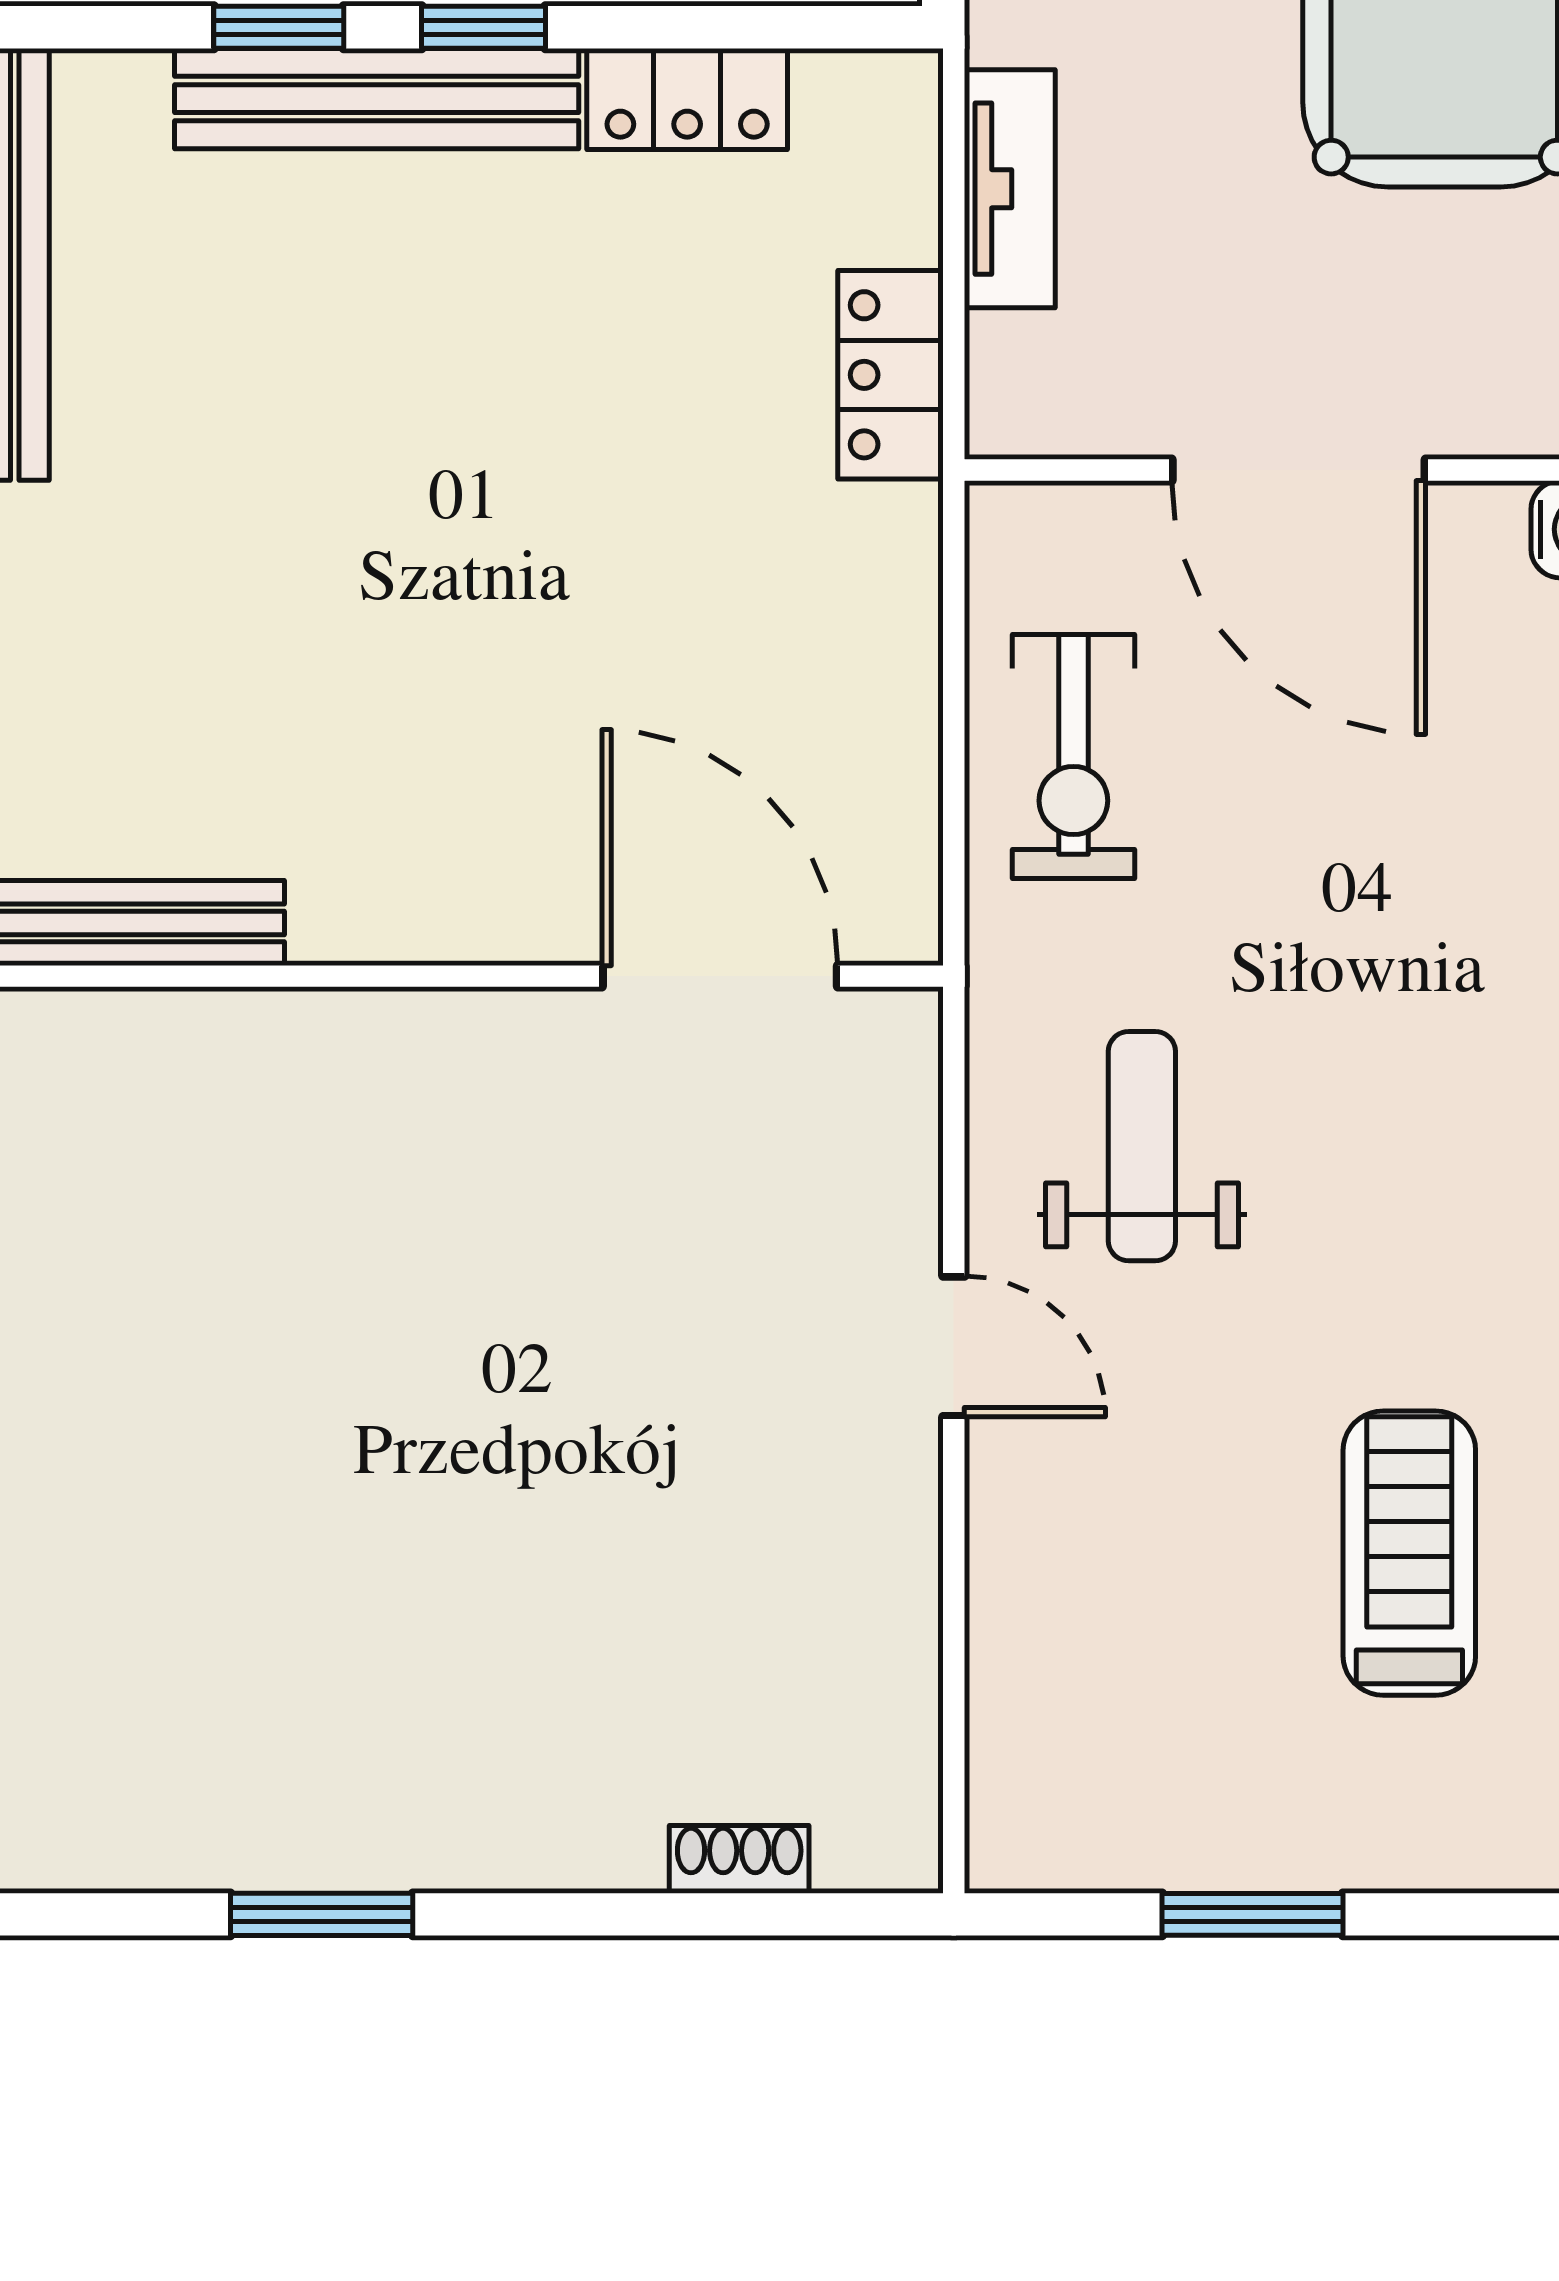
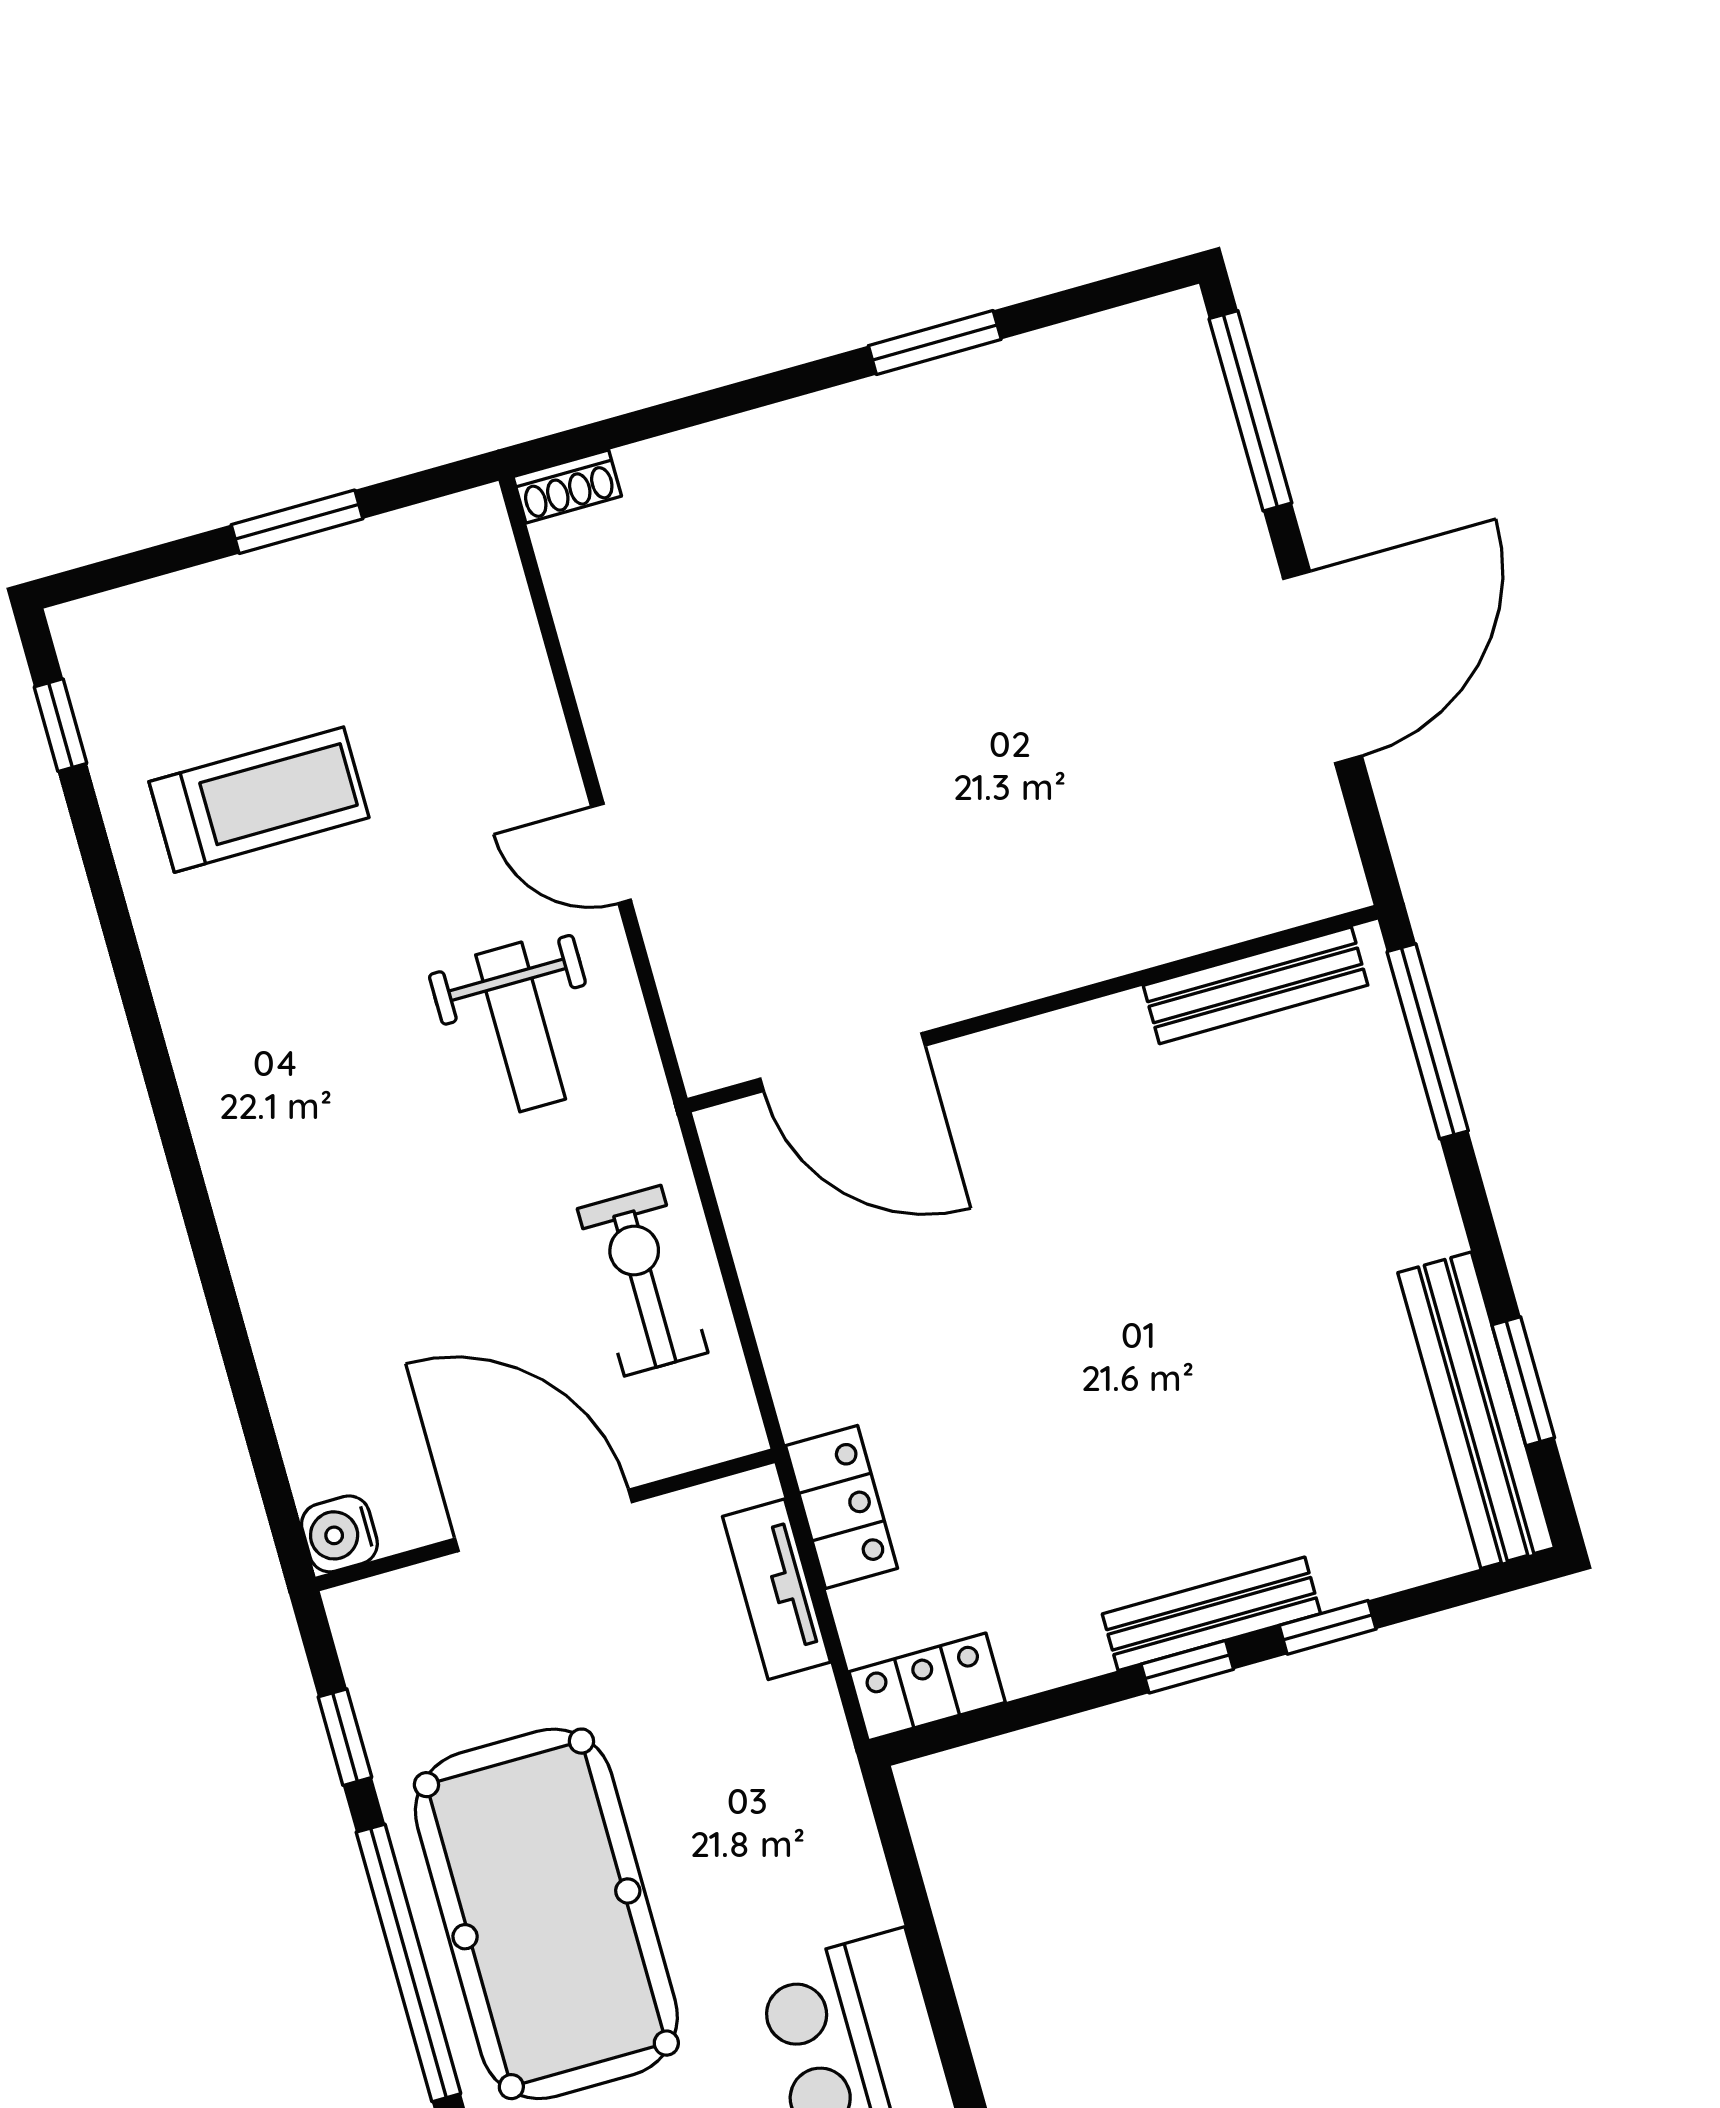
bench: (377, 99) -> (1211, 1614), width x0.73, depth x0.82
locker: (687, 99) -> (927, 1687), moved
tv unit: (1010, 189) -> (776, 1589), moved
treadmill: (1409, 1553) -> (259, 800), turned -90
shoe rack: (739, 1859) -> (567, 486), moved

